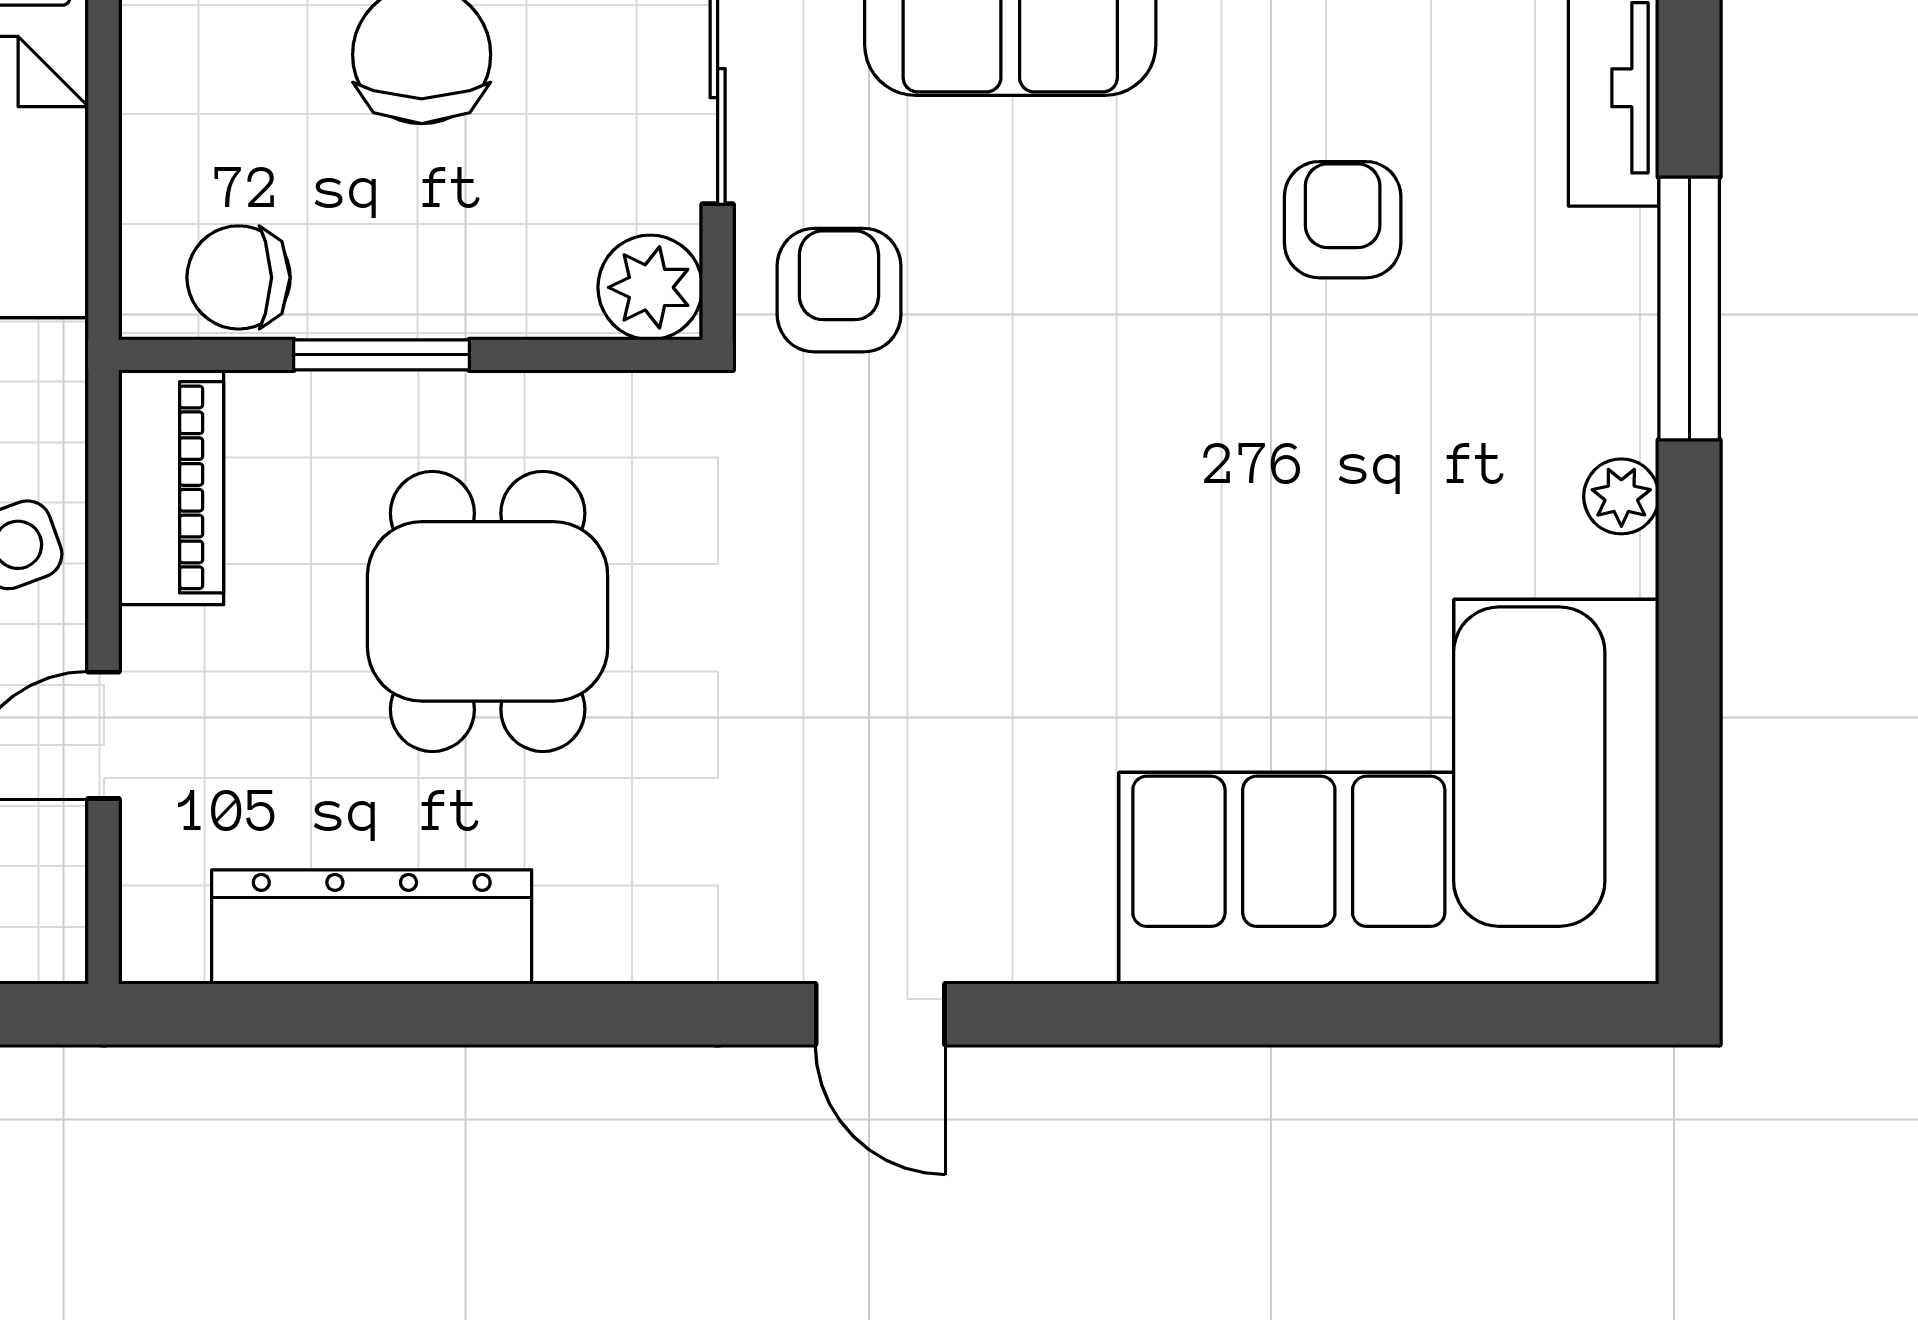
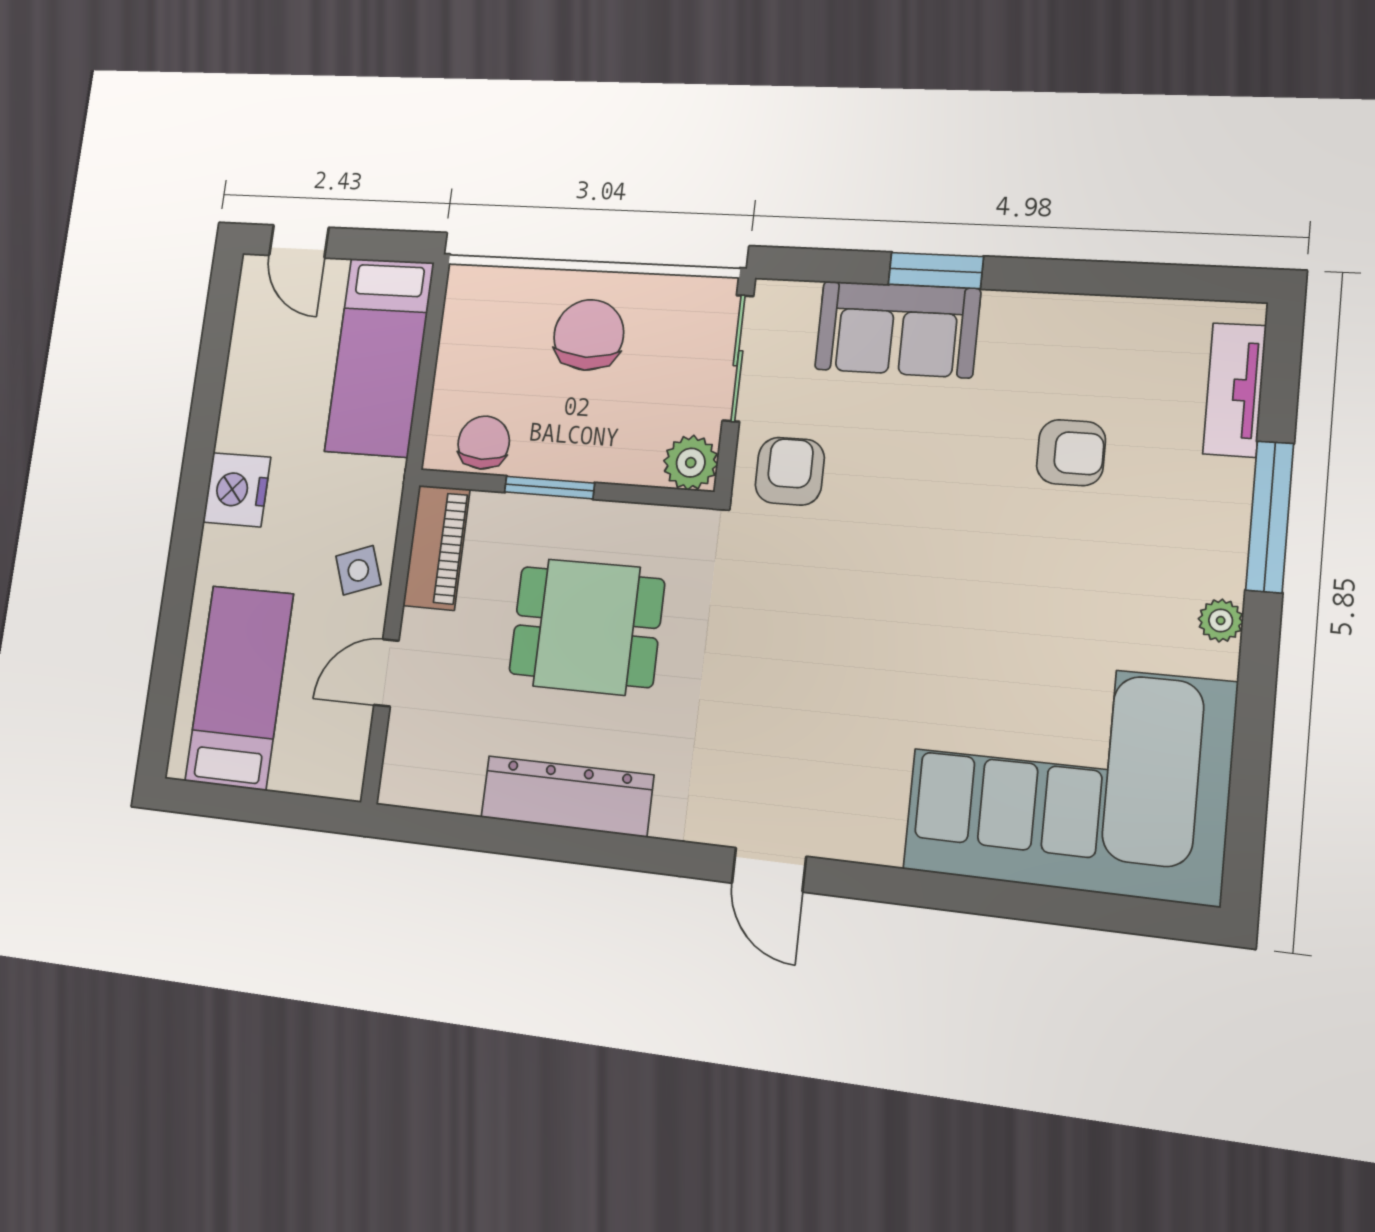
armchair: (1343, 220) -> (1071, 453), turned 90
chair: (239, 277) -> (484, 443), turned 90
dining table: (488, 611) -> (587, 627), turned 90
dresser: (372, 927) -> (567, 796), moved

